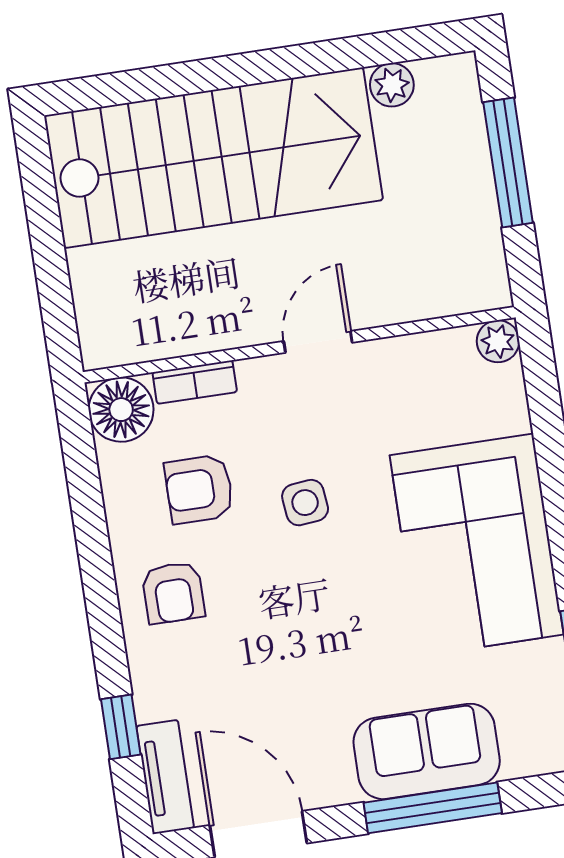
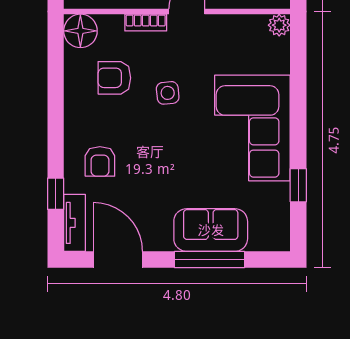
bookcase: (195, 382) -> (146, 23), moved
armchair: (173, 593) -> (100, 161), moved

